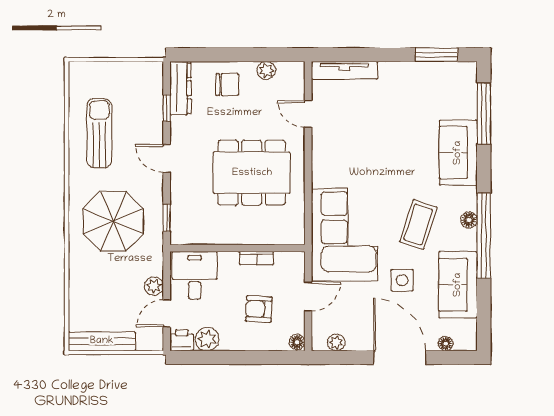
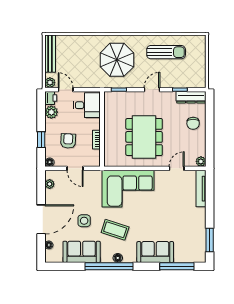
plant: (266, 71) -> (201, 161), moved
corner sofa: (344, 235) -> (128, 189), moved
plant: (154, 286) -> (50, 83), moved
window: (256, 358) -> (41, 140), added

